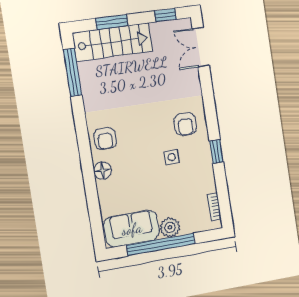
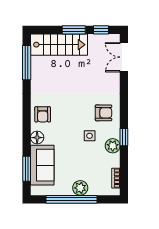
window: (112, 22) -> (74, 30), moved
armchair: (185, 124) -> (104, 113), turned -90
plant: (204, 165) -> (113, 146), added
window: (95, 215) -> (27, 169), added
sofa: (132, 229) -> (42, 165), moved, turned 90

